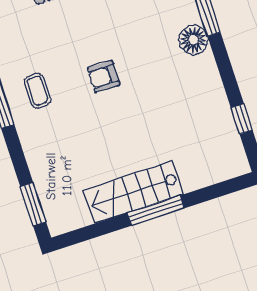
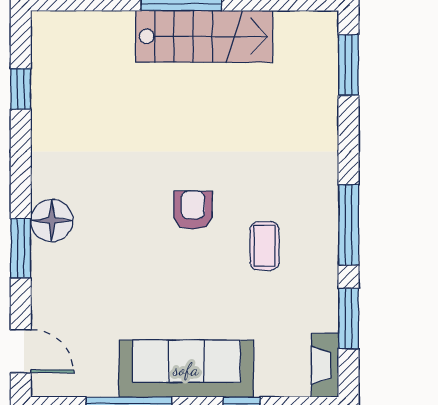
armchair: (104, 77) -> (193, 210), turned -90
coffee table: (37, 91) -> (264, 246), moved

